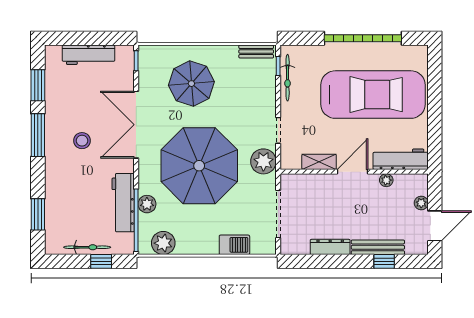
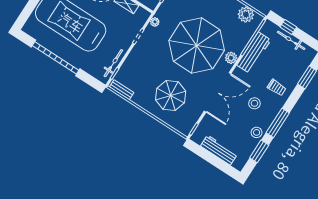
stool: (56, 106) -> (257, 132), added
plant: (263, 161) -> (155, 22), width x0.53, depth x0.53
trolley: (67, 178) -> (277, 88), added
plant: (147, 204) -> (231, 58), moved

